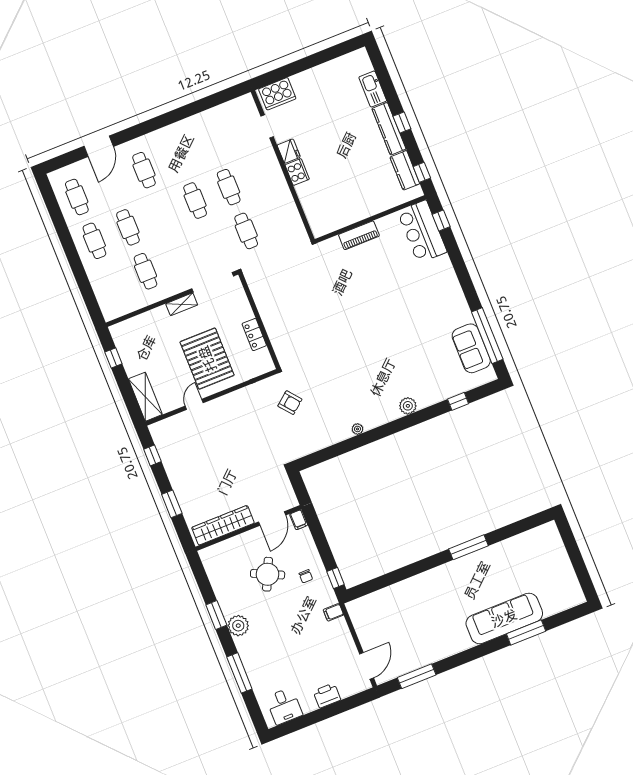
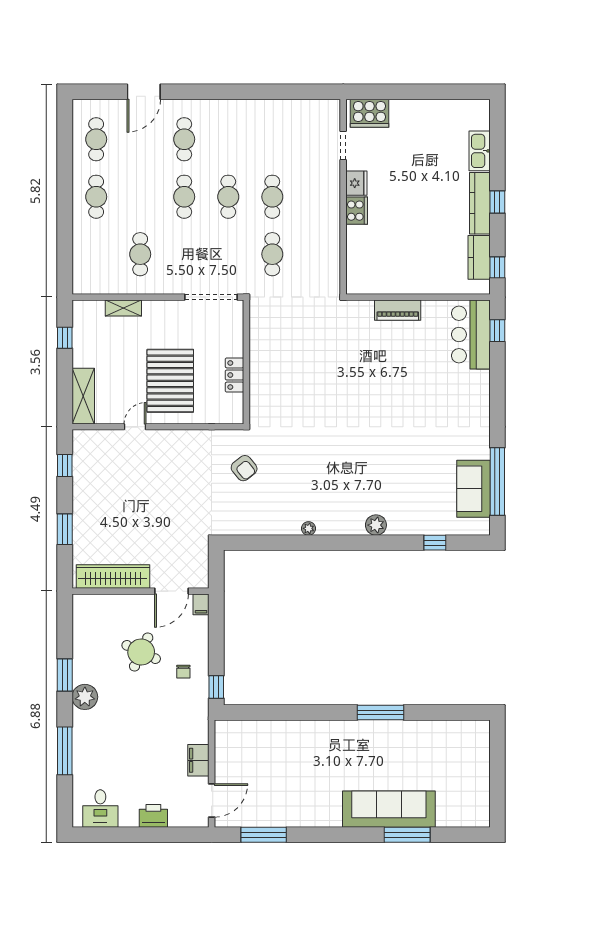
cafe table: (128, 227) -> (184, 197), moved
shelving: (182, 304) -> (123, 308), moved
filing cabinet: (333, 612) -> (198, 760), moved, width x2.00

